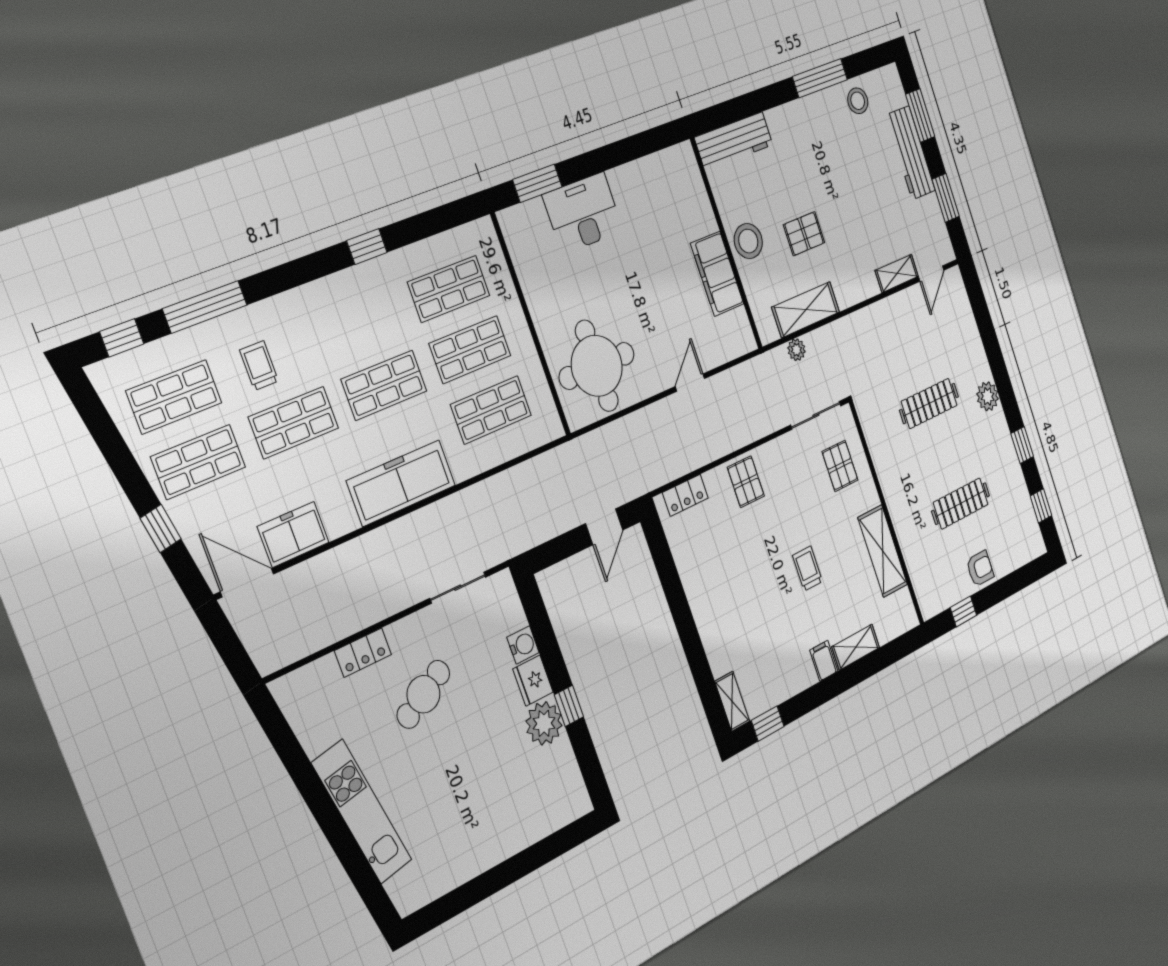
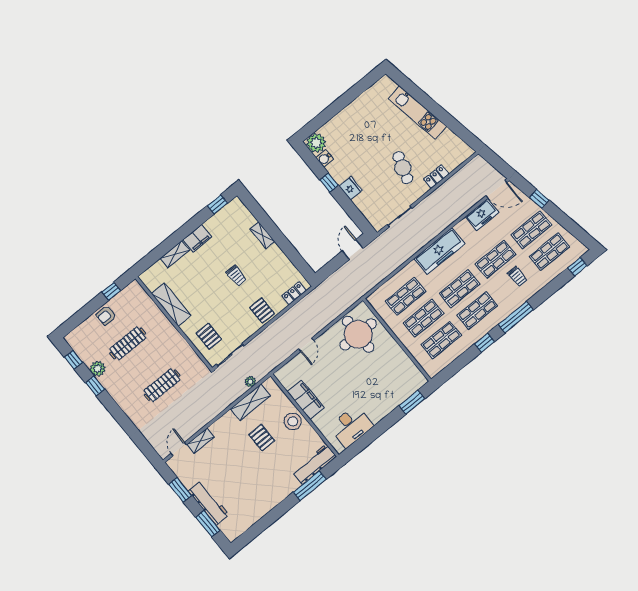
window: (820, 78) -> (310, 486), moved
stool: (858, 101) -> (248, 514), removed
desk: (583, 213) -> (351, 426), moved
pallet: (804, 234) -> (262, 438), turned 90
window: (205, 307) -> (516, 317), moved
shop shelf: (362, 323) -> (477, 310), added
plant: (988, 396) -> (98, 369), moved
door: (604, 527) -> (353, 250), moved
trolley: (807, 569) -> (236, 276), moved
water cooler: (523, 645) -> (325, 158), moved
filing cabinet: (824, 661) -> (197, 238), width x2.00
cafe table: (423, 694) -> (403, 168), turned -44
shelving: (732, 701) -> (262, 235), moved
plant: (544, 723) -> (316, 143), moved

